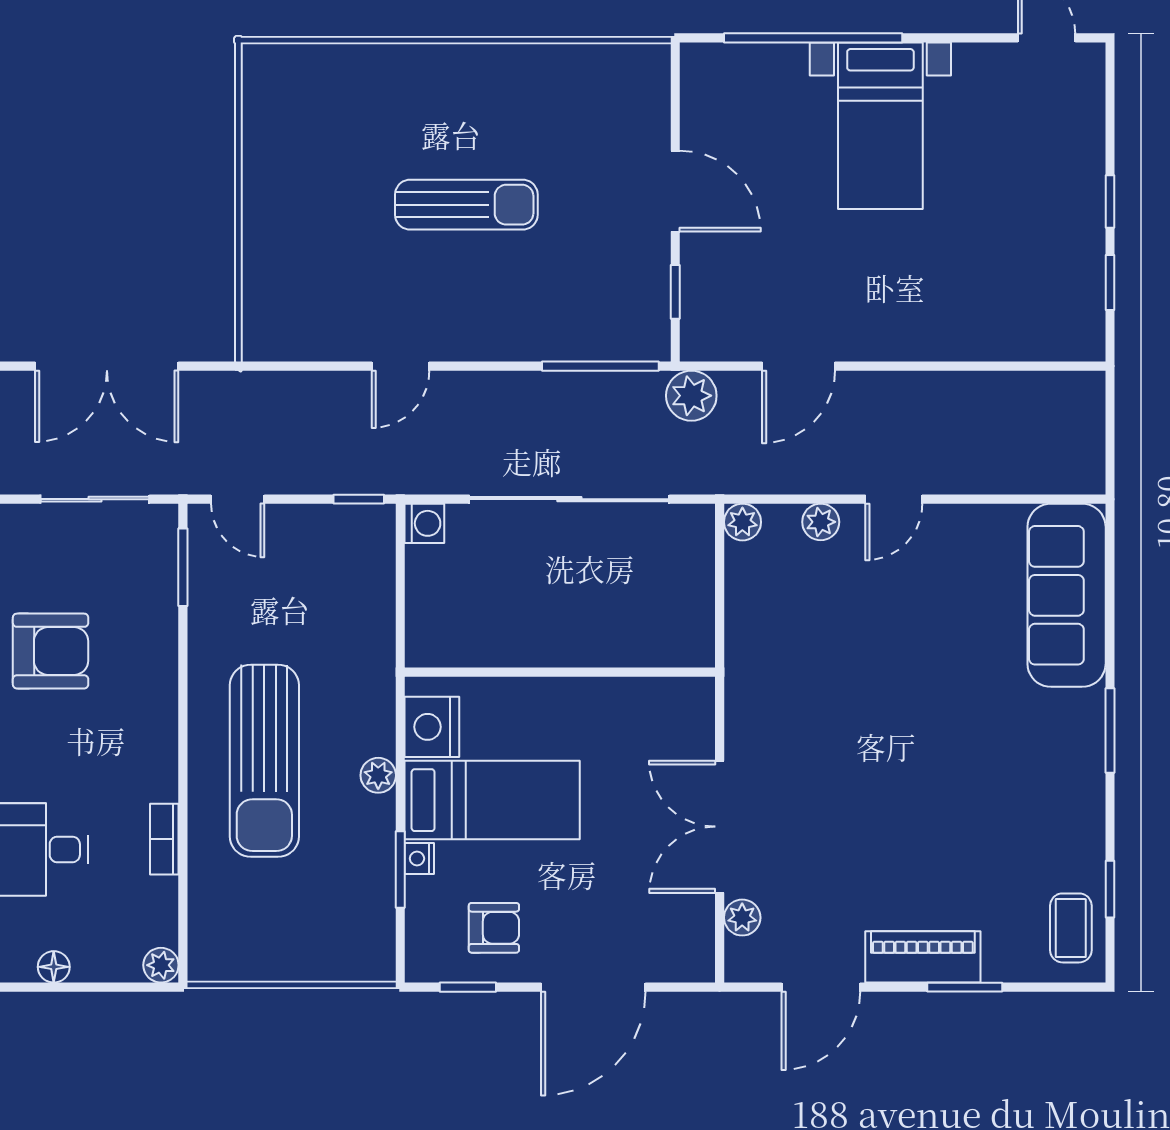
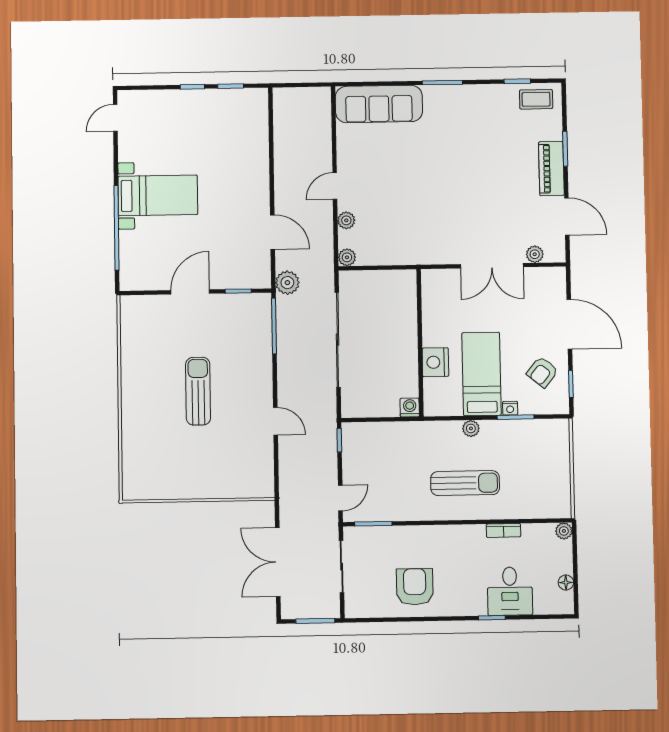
double door: (107, 366) -> (278, 562), swing flipped
door: (894, 499) -> (335, 186), swing flipped
washing machine: (424, 523) -> (410, 407), moved
nightstand: (432, 727) -> (435, 362), moved, turned 90
sun lounger: (264, 761) -> (465, 483), width x0.73, depth x0.75
armchair: (494, 928) -> (542, 372), turned -141

